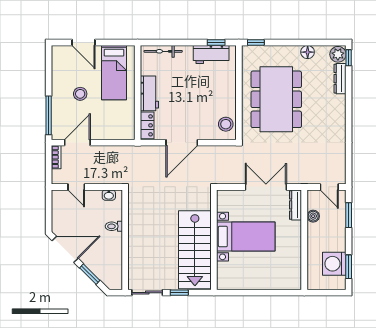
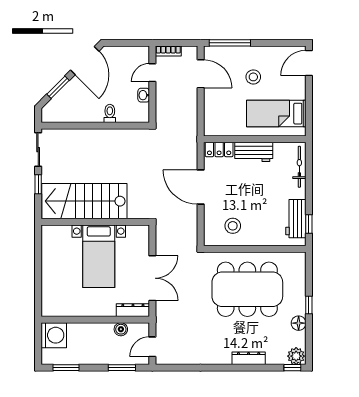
door: (83, 43) -> (309, 63), moved
window: (256, 43) -> (309, 305), moved
dresser: (340, 79) -> (249, 358), moved
stool: (226, 124) -> (233, 226), moved
bookcase: (56, 157) -> (168, 51), moved
washbasin: (109, 195) -> (144, 95), moved
washing machine: (334, 264) -> (54, 335), moved, turned 90

